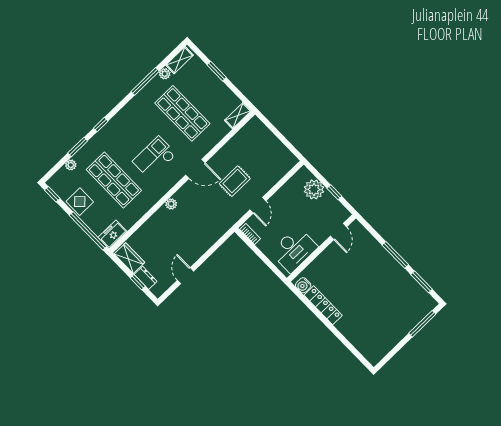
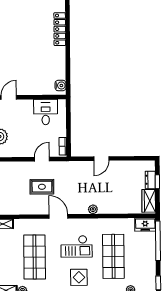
display table: (80, 202) -> (79, 277), moved
desk: (294, 250) -> (46, 112), width x0.73
door: (185, 276) -> (101, 159), moved
locker: (323, 305) -> (60, 29), moved

